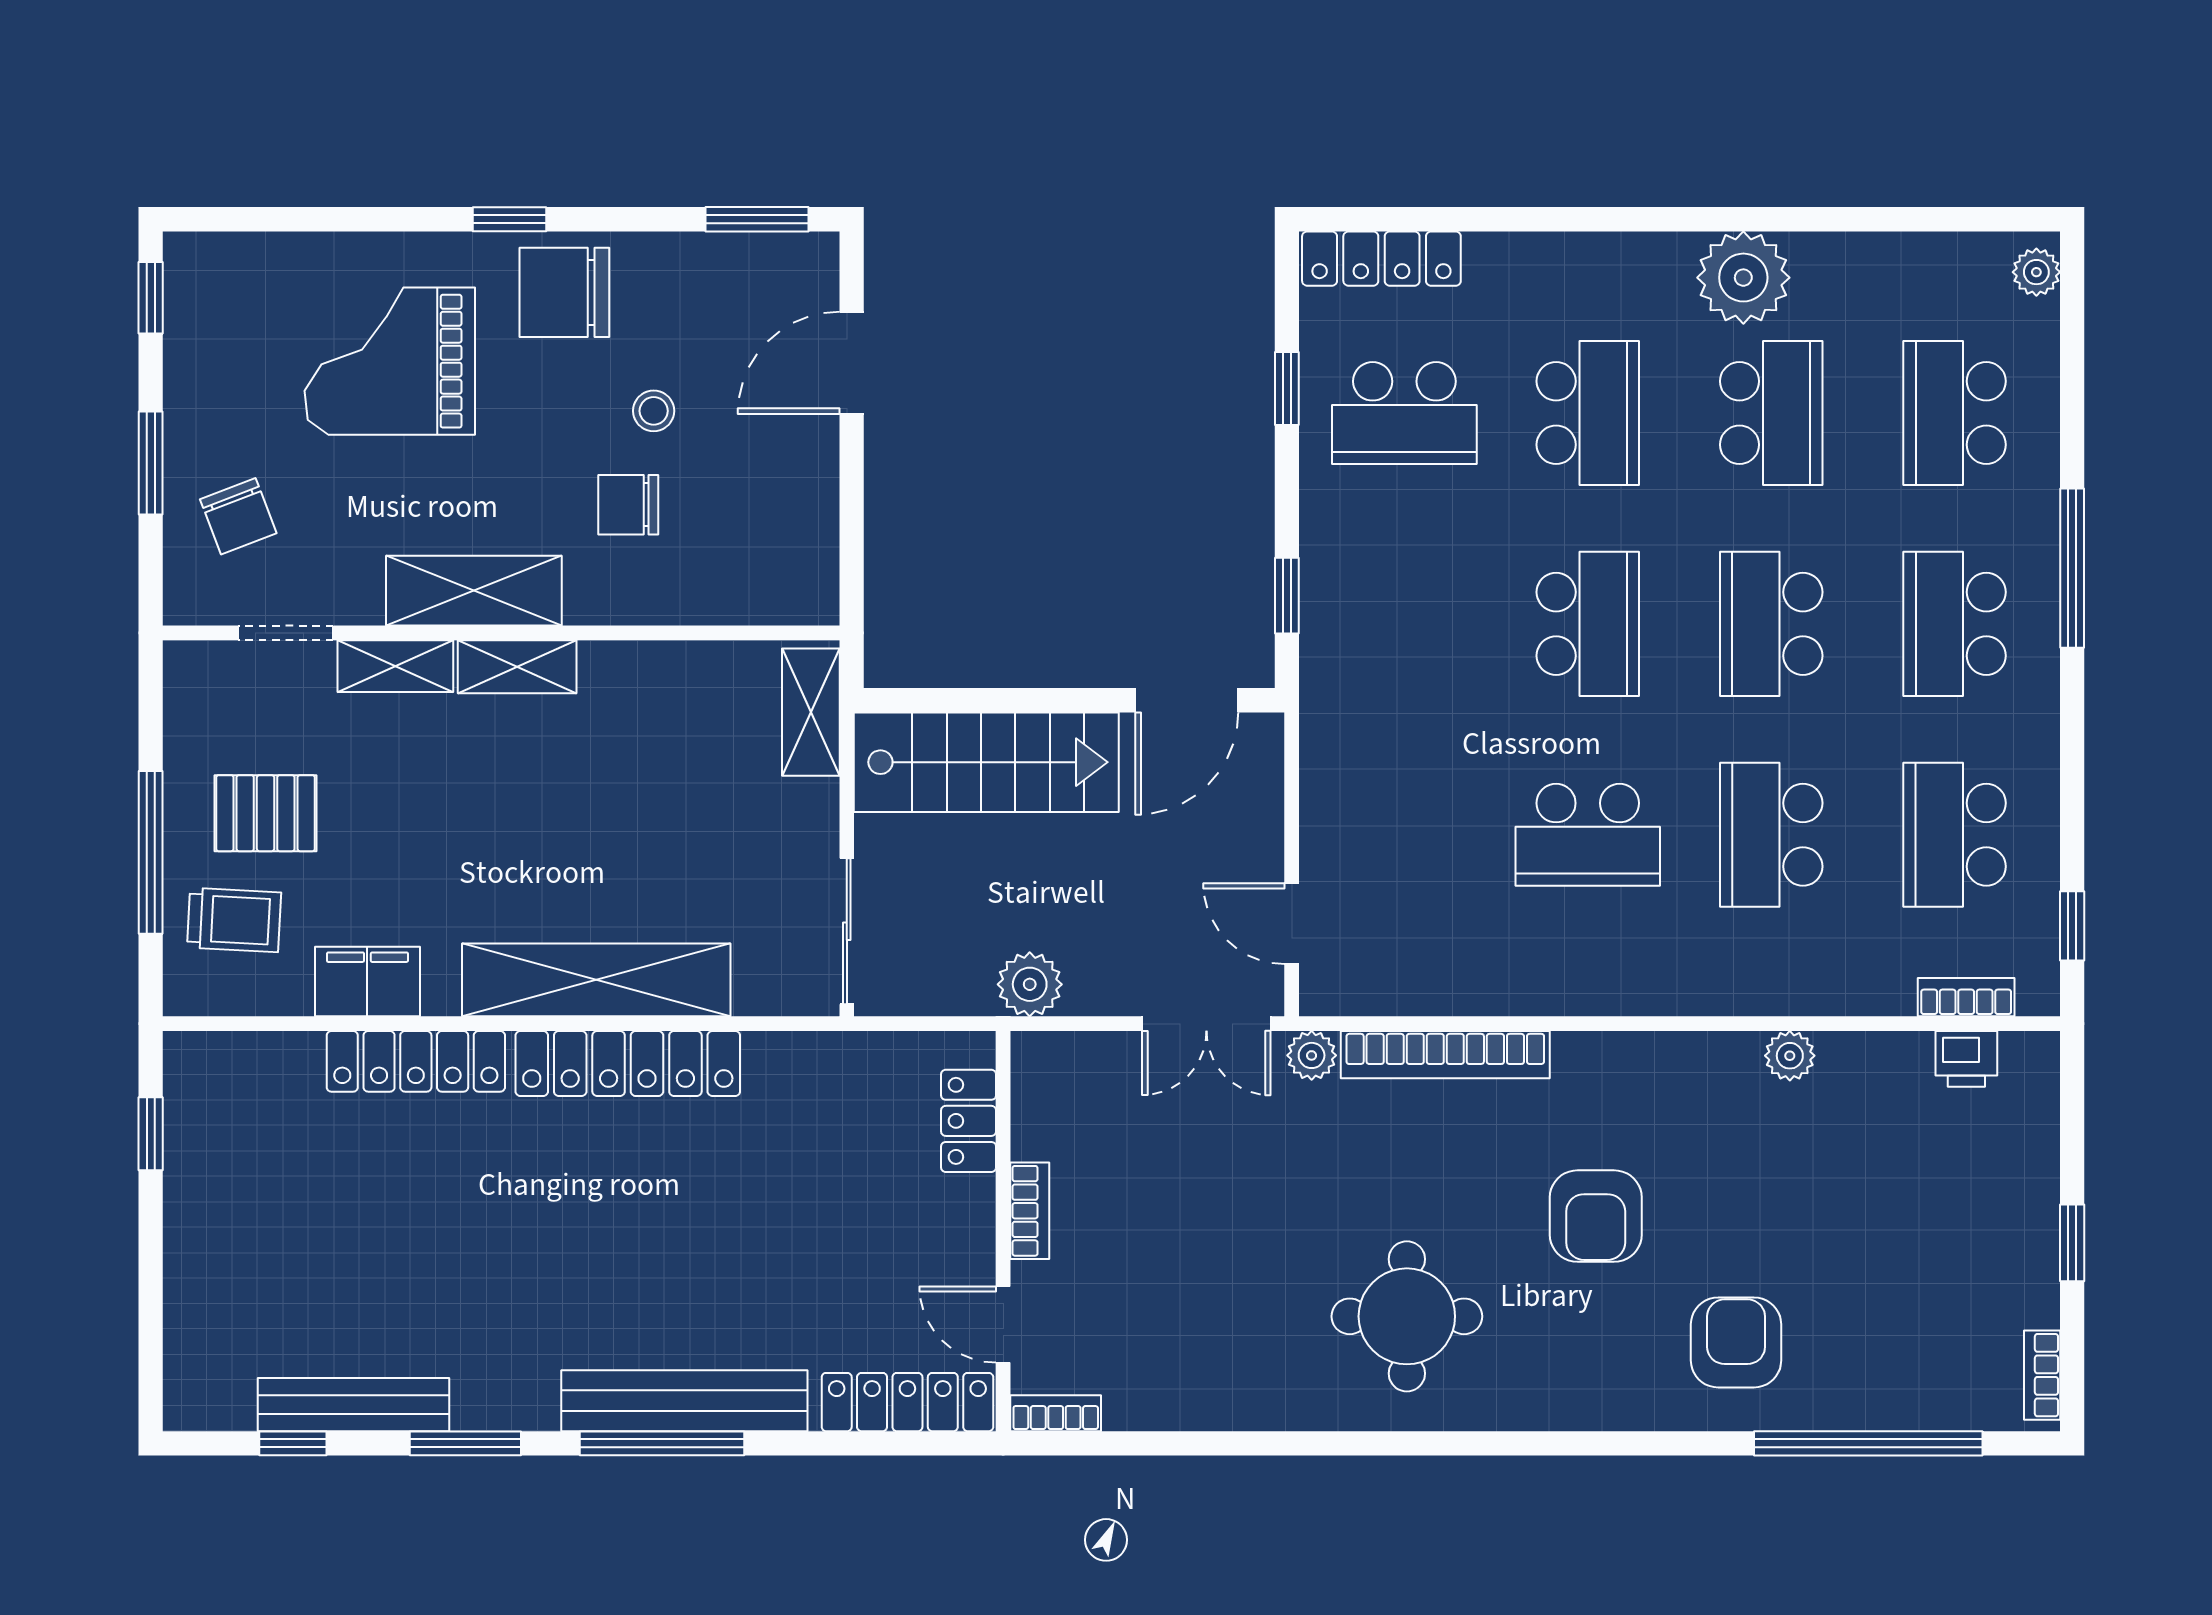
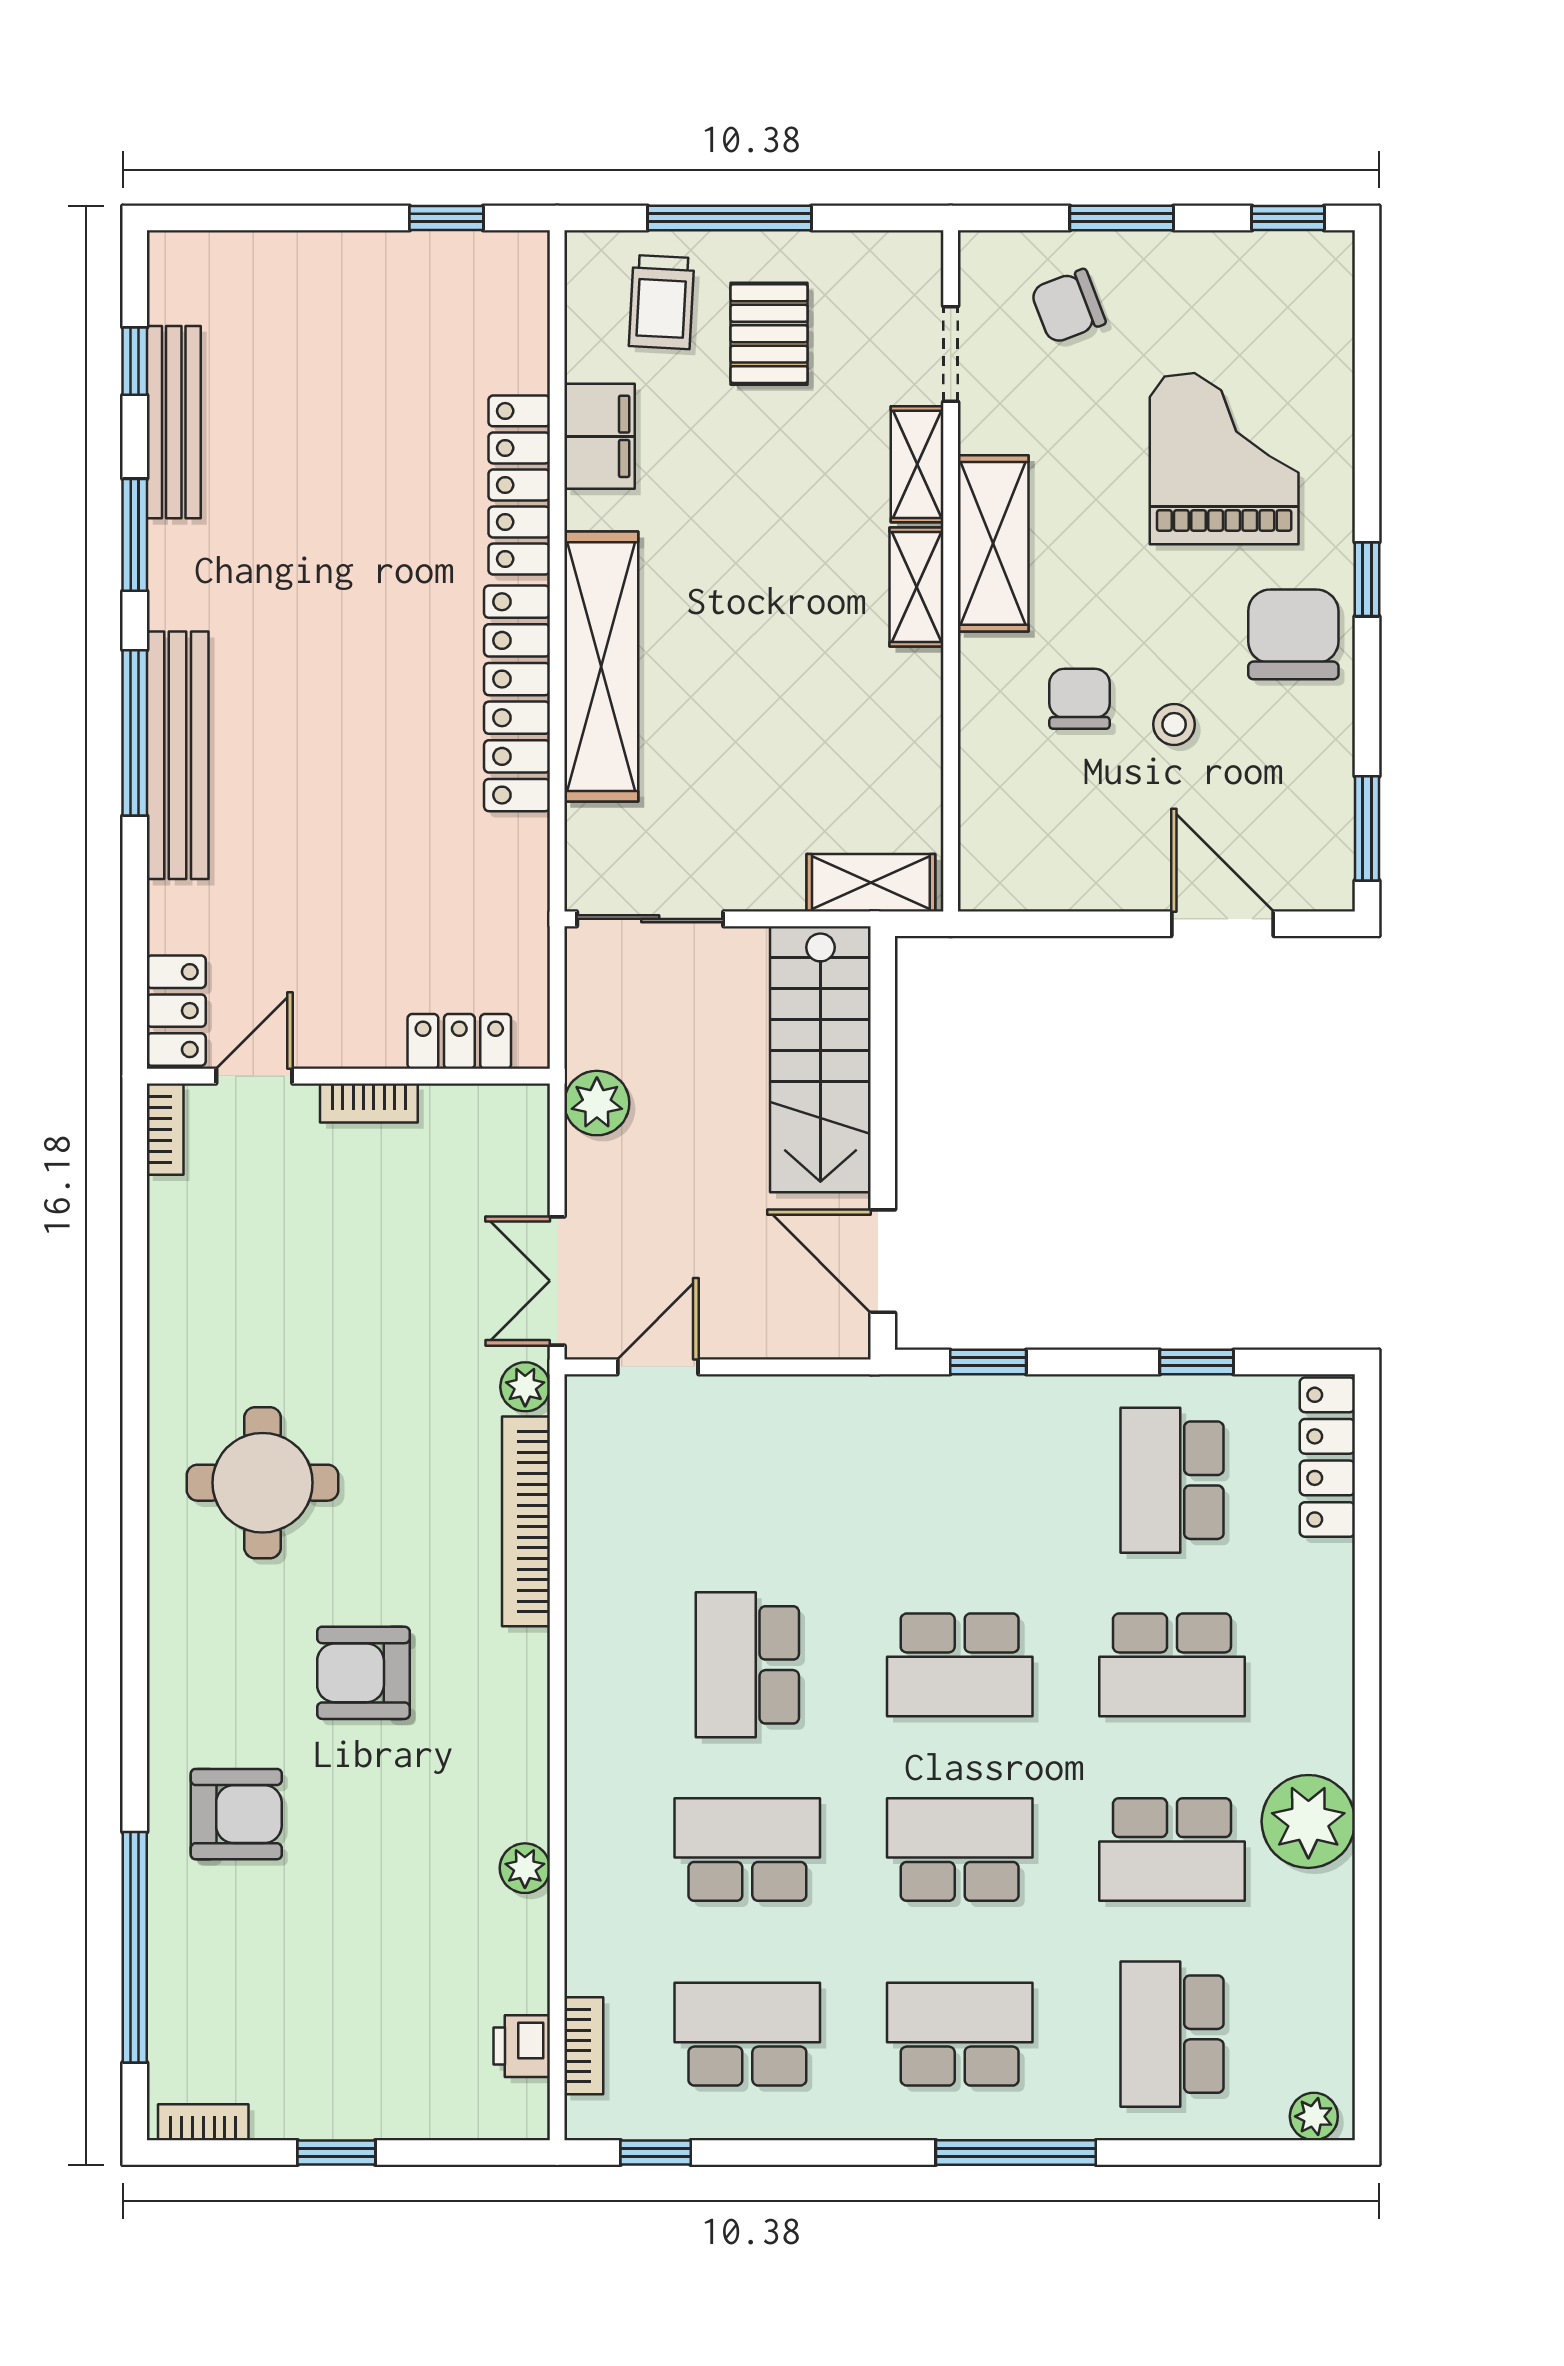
school desk: (1955, 413) -> (1172, 2034), turned -90
locker: (907, 1402) -> (176, 1011), width x0.66

